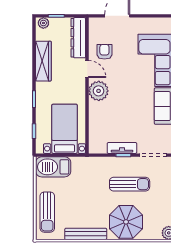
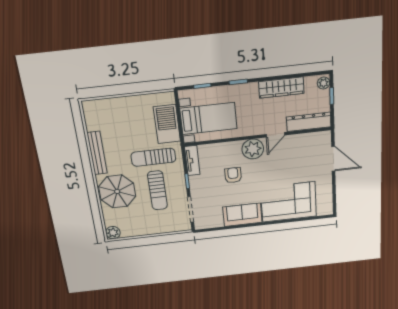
armchair: (104, 52) -> (233, 175), moved, turned -90
tv unit: (122, 148) -> (192, 160), moved
barbecue: (53, 167) -> (167, 124), moved
sun lounger: (47, 212) -> (153, 157), moved

